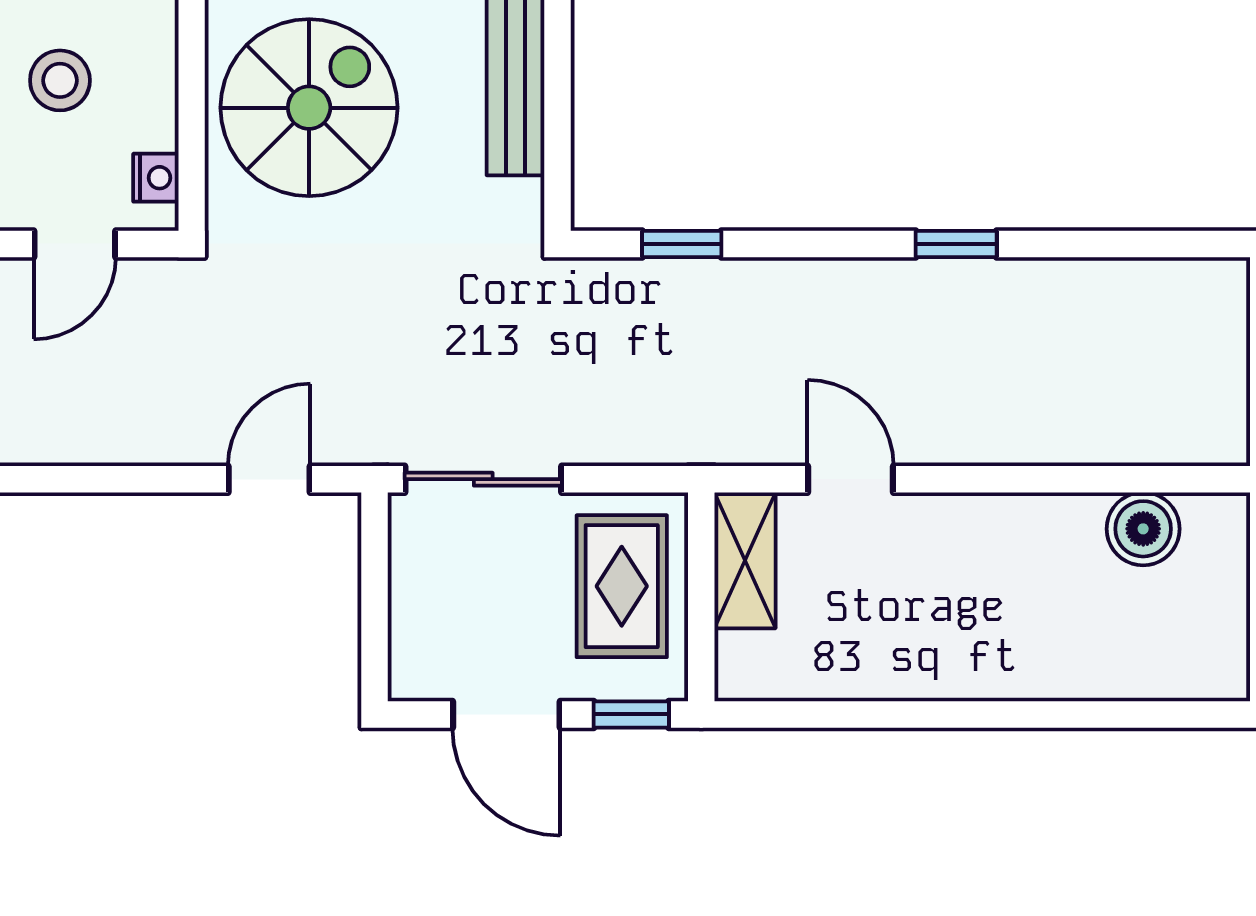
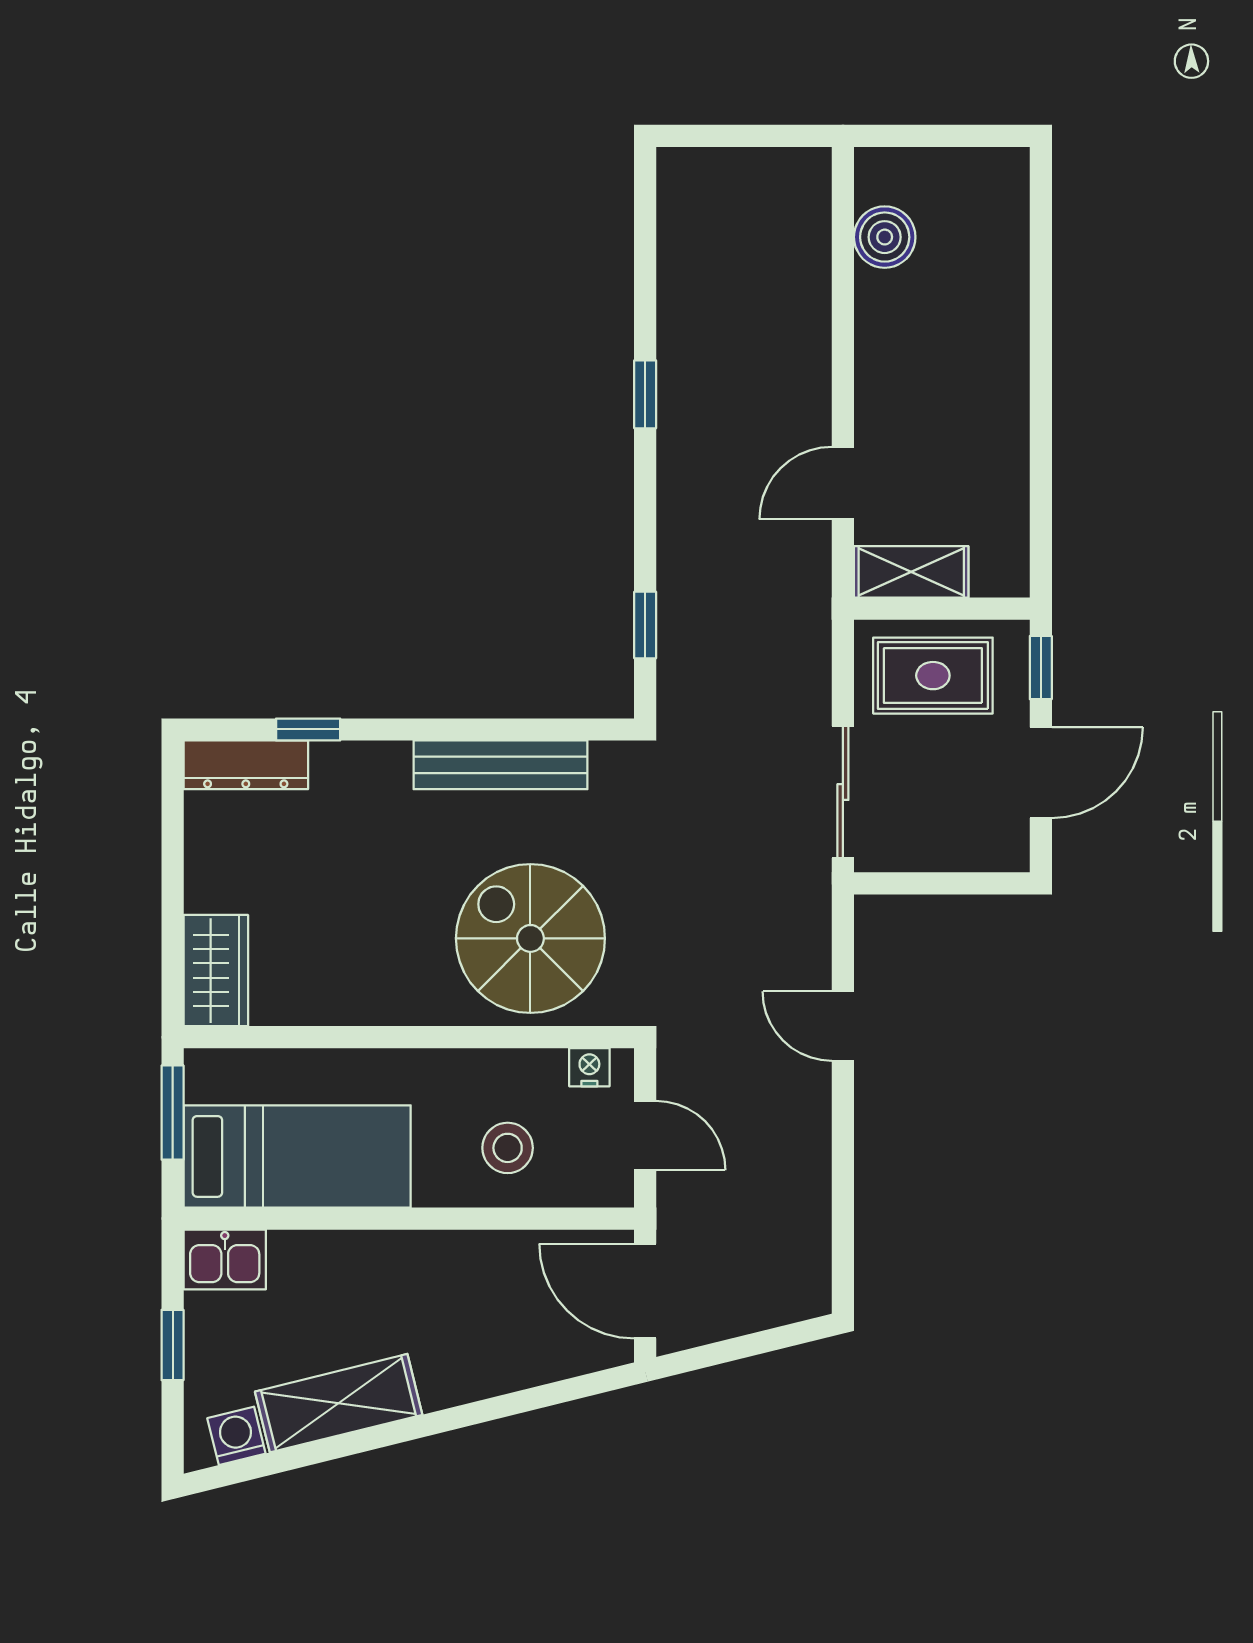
door: (269, 479) -> (843, 1026), moved

